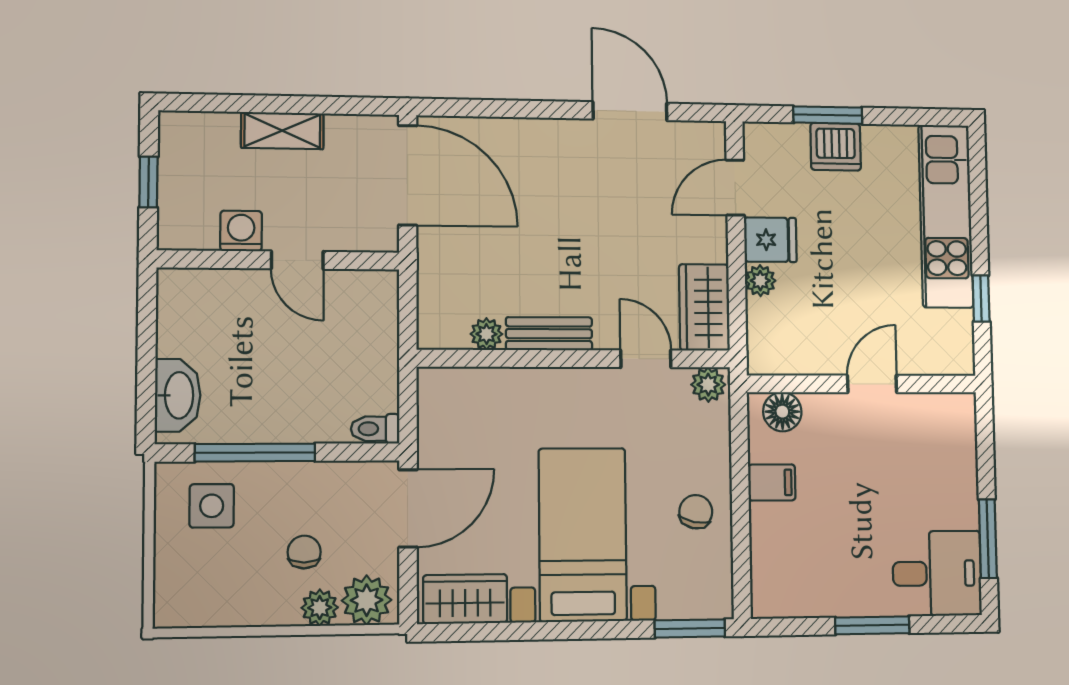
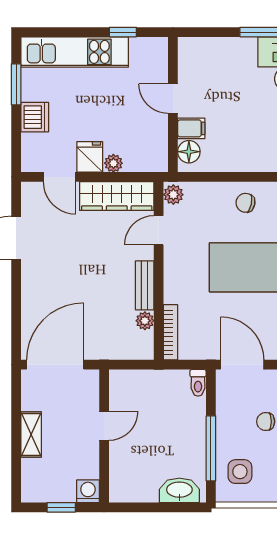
window: (828, 115) -> (16, 84), moved
washing machine: (241, 231) -> (88, 491), moved, turned 90
wardrobe: (704, 307) -> (117, 196), width x1.50
bookcase: (466, 379) -> (171, 332), added
filing cabinet: (772, 482) -> (191, 128), moved, turned 90

